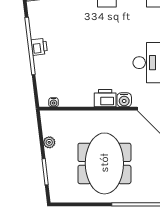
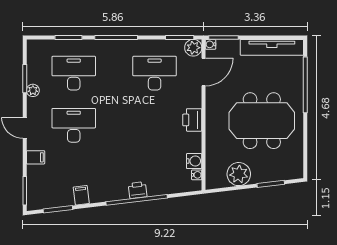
water cooler: (124, 100) -> (194, 161), moved
plant: (49, 142) -> (239, 174), width x1.88, depth x1.88

